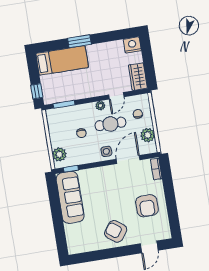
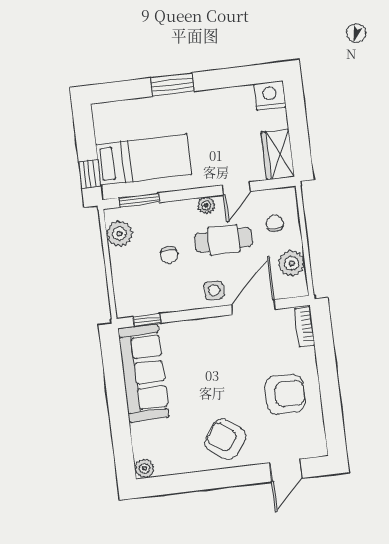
bed: (62, 60) -> (144, 160), moved
plant: (59, 154) -> (119, 234), moved
armchair: (147, 206) -> (285, 394), turned -90
plant: (73, 249) -> (144, 468), added

